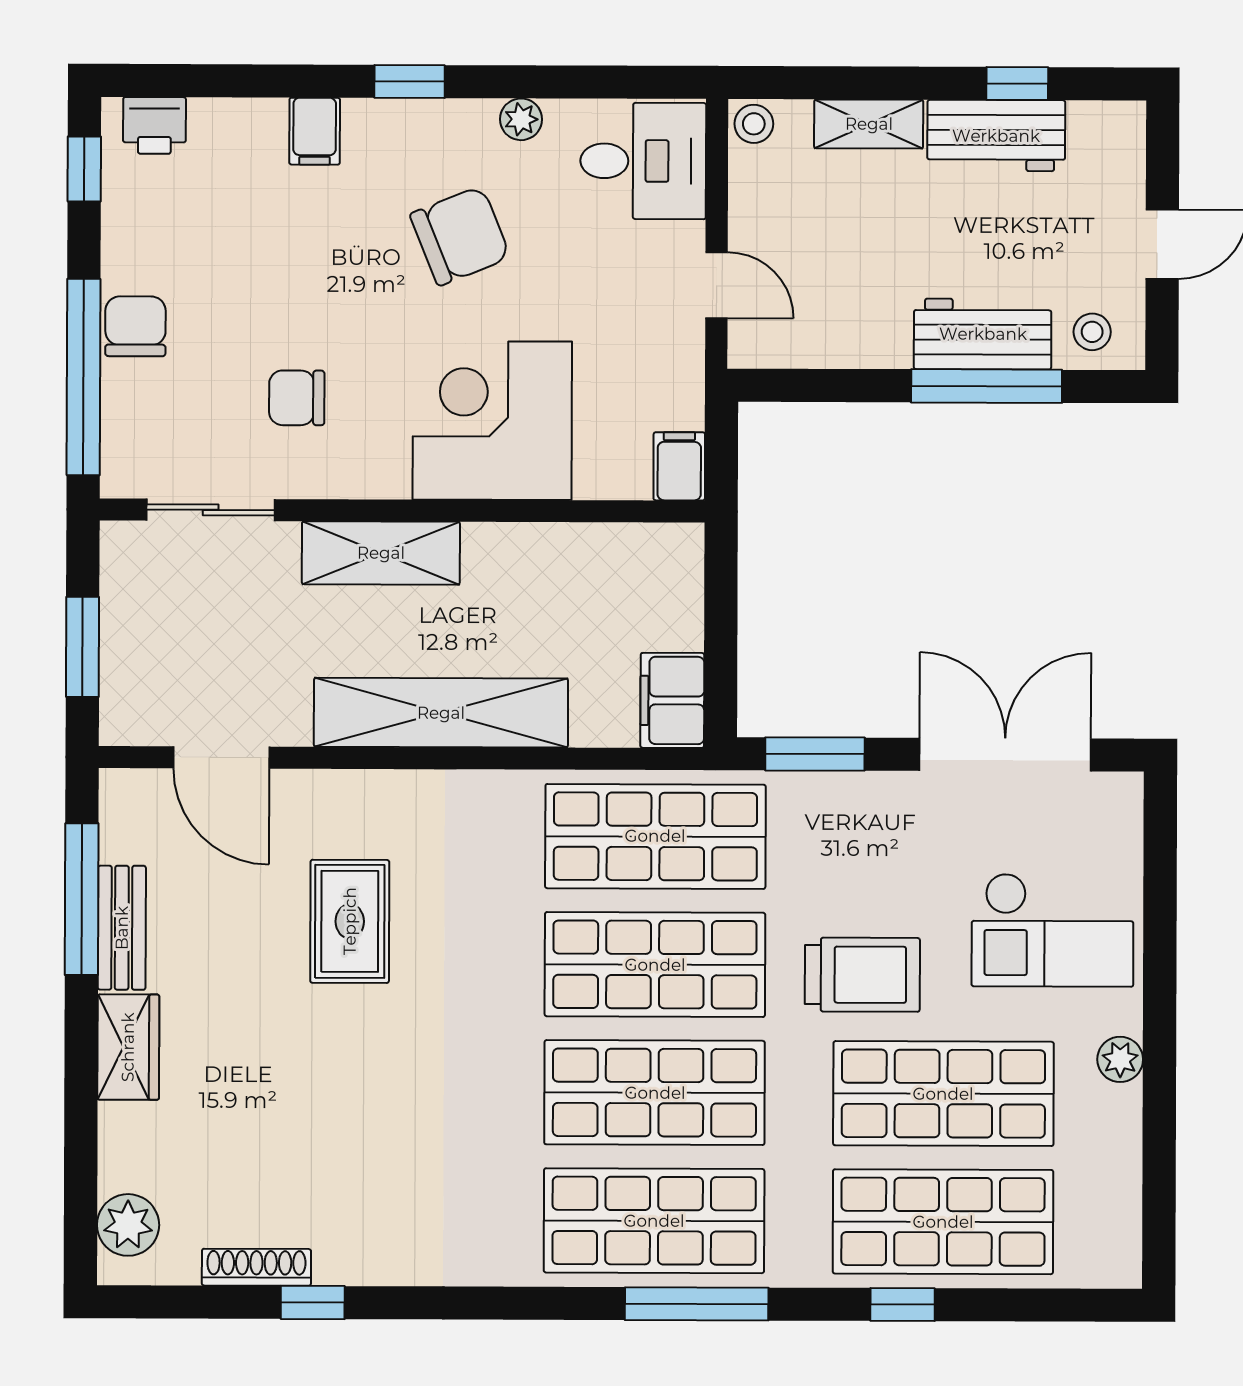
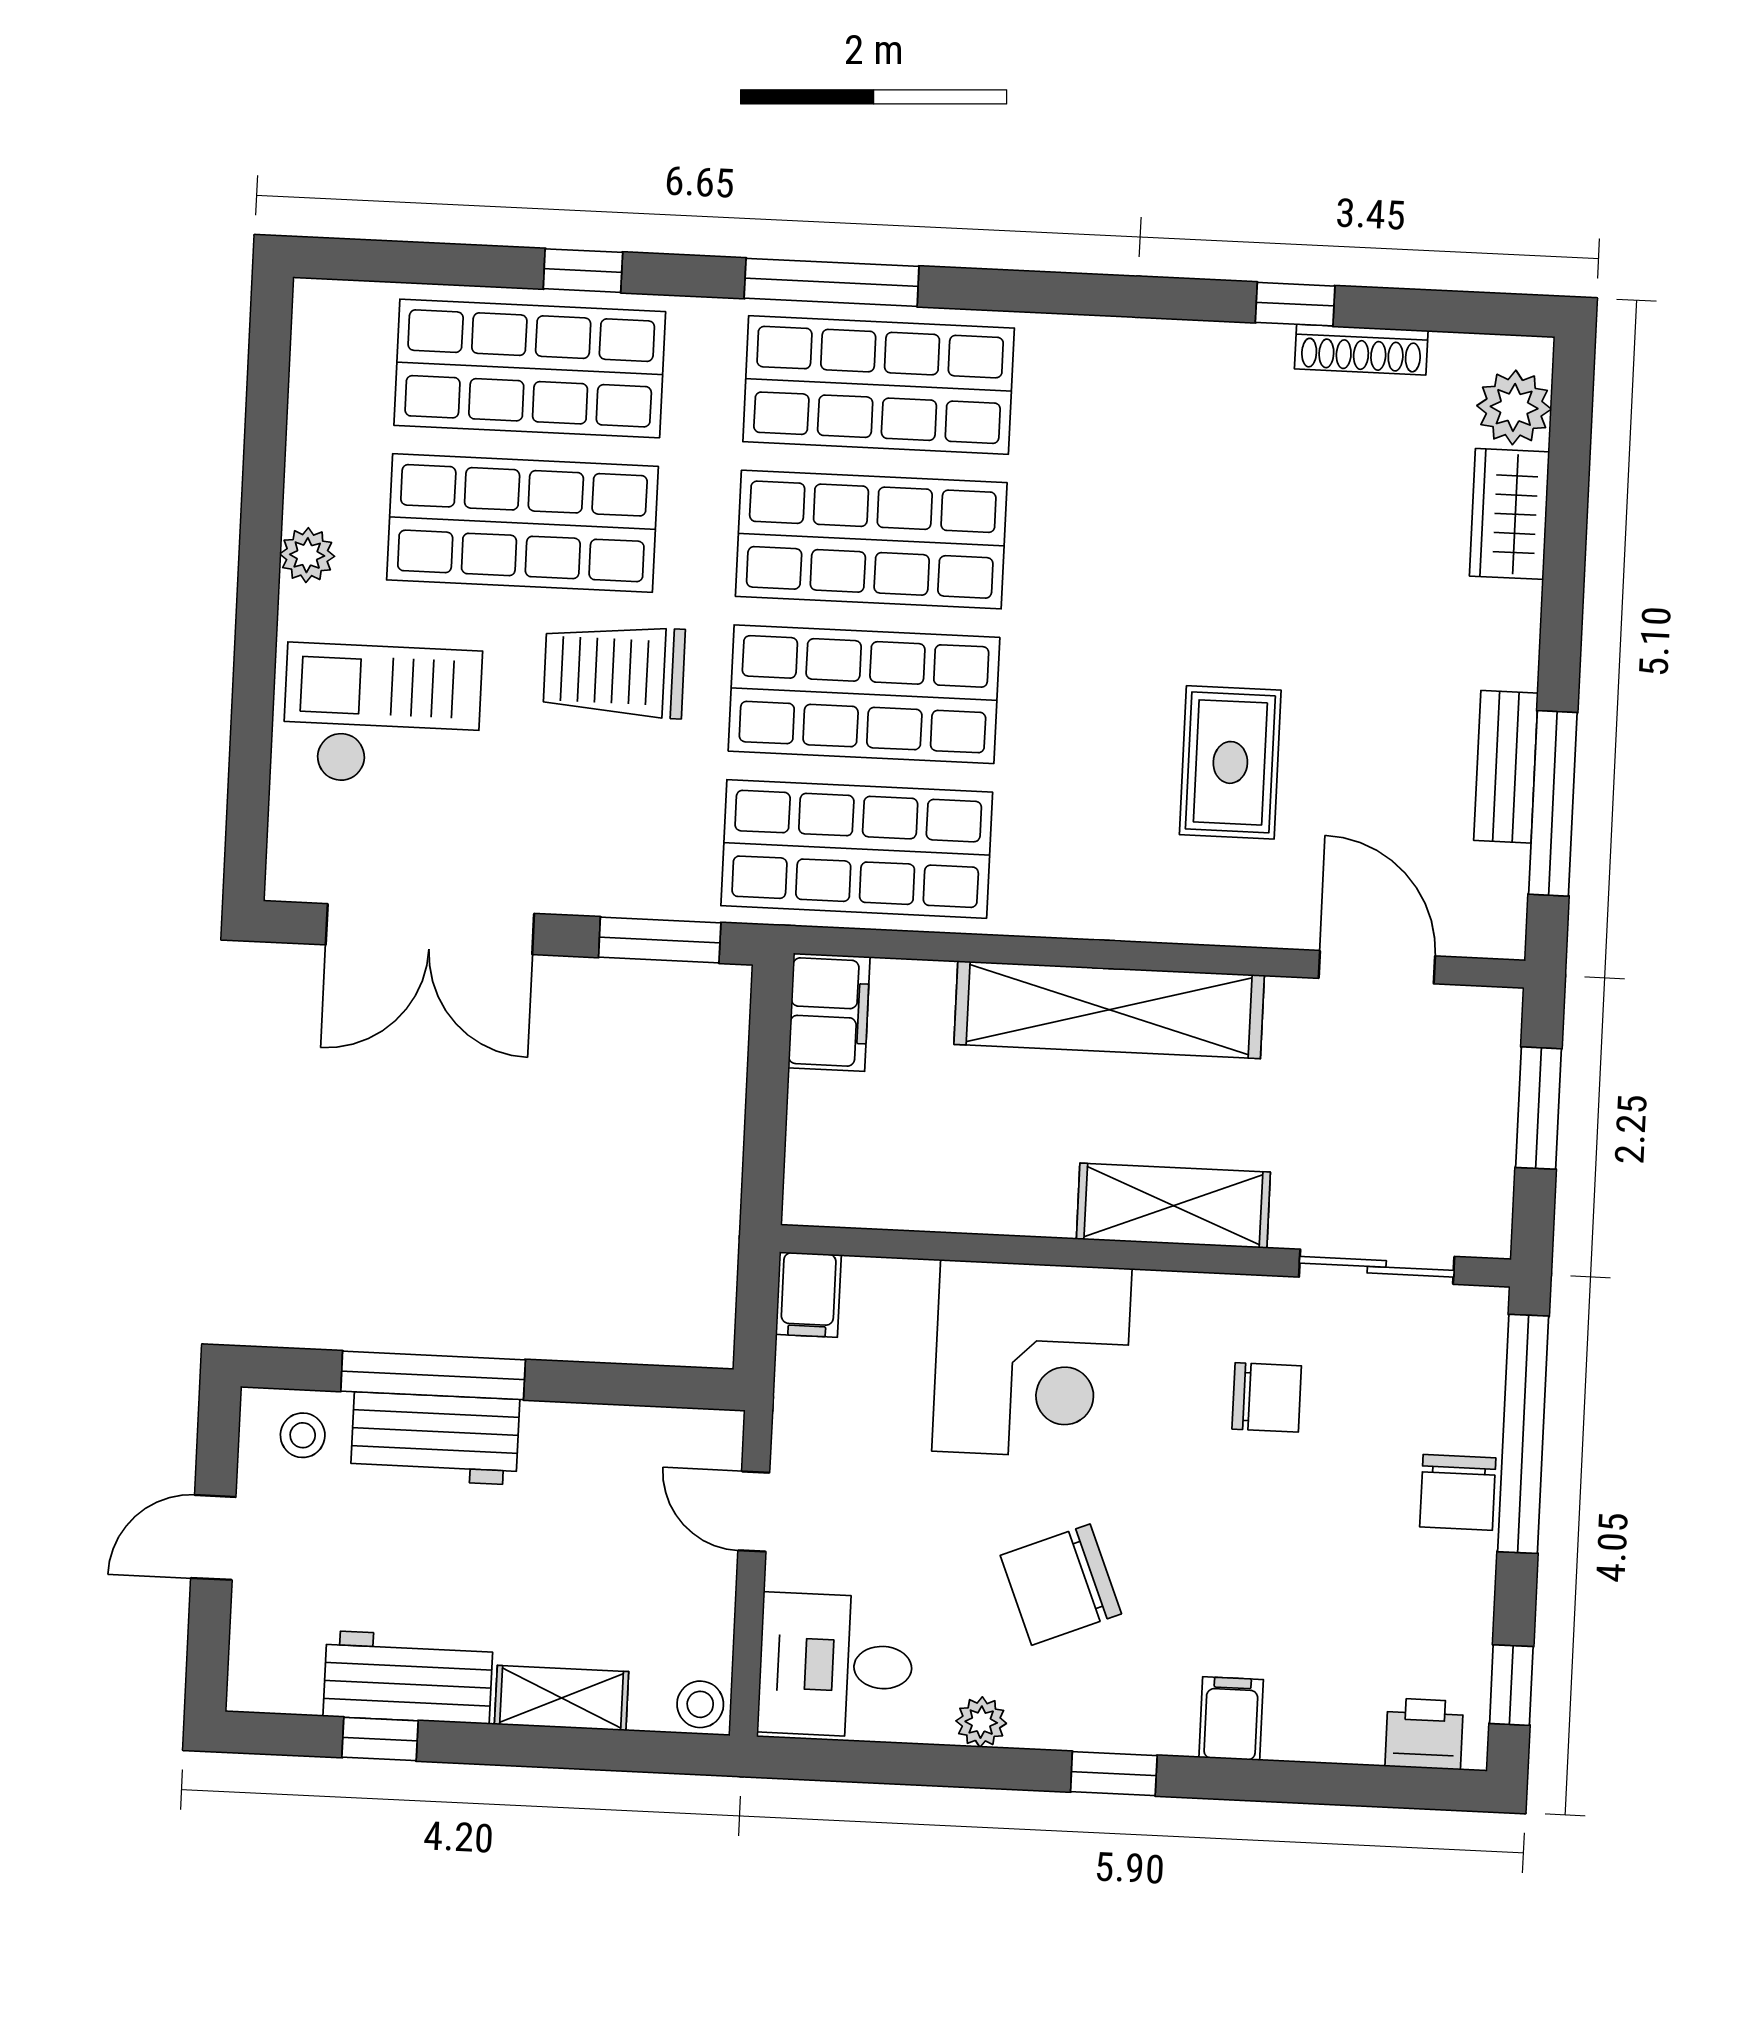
wardrobe: (128, 1047) -> (1509, 514), moved

